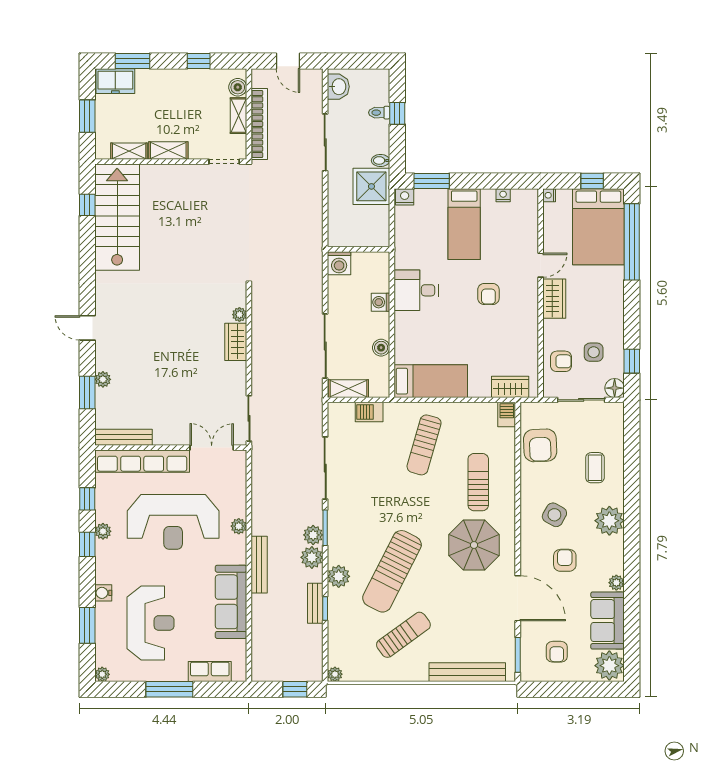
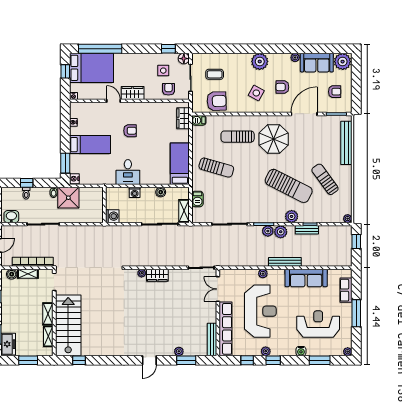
stairs: (117, 217) -> (68, 325), moved, turned 90
coffee table: (595, 468) -> (215, 74), moved

